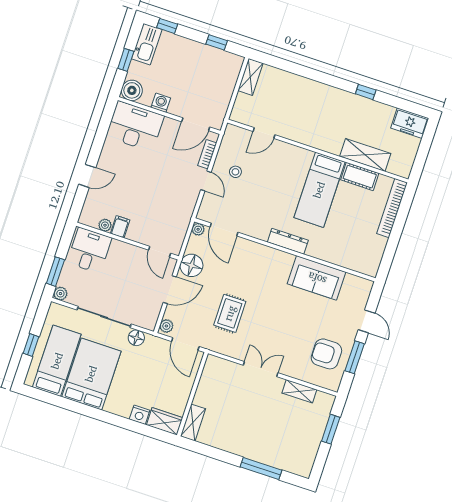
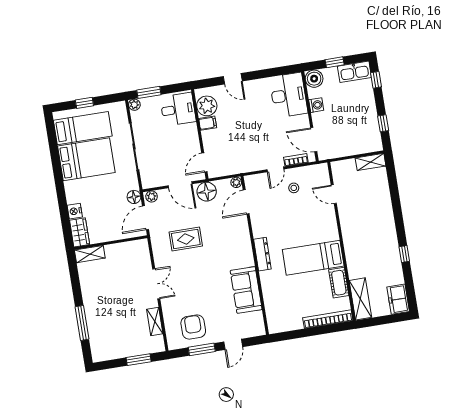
shelving: (365, 155) -> (360, 299), moved
plant: (105, 225) -> (207, 106), width x1.88, depth x1.88
floor lamp: (136, 338) -> (134, 197), moved

